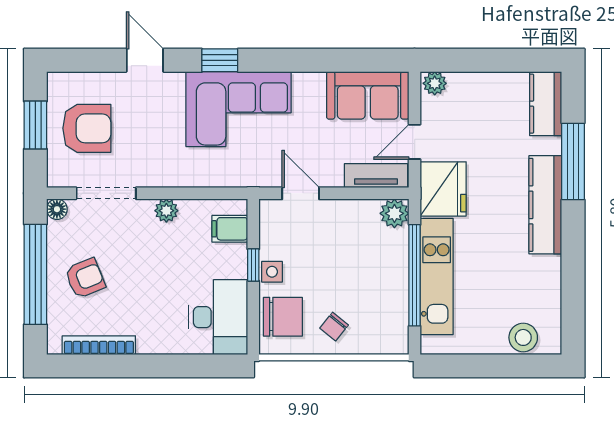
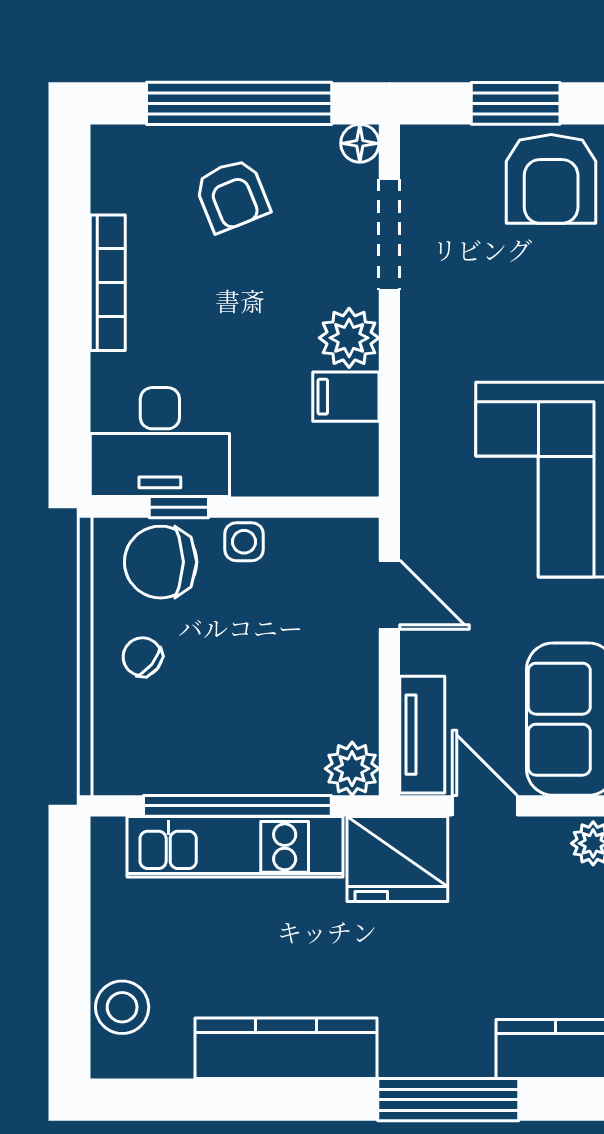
armchair: (87, 128) -> (551, 179), moved
door: (301, 193) -> (389, 595), hinge flipped
kitchen counter: (545, 205) -> (286, 1048), moved
plant: (166, 211) -> (349, 338), width x1.38, depth x1.38
filing cabinet: (230, 229) -> (346, 397), moved, turned -90
window: (253, 265) -> (179, 507), moved
chair: (283, 317) -> (161, 562), turned 90
bookcase: (99, 345) -> (108, 283), moved

